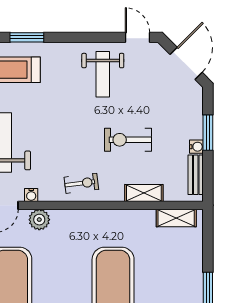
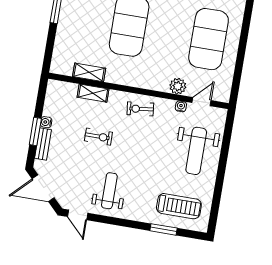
door: (186, 63) -> (43, 188), hinge flipped
exercise bike: (128, 140) -> (98, 137), width x0.73, depth x0.72
bench: (196, 175) -> (43, 144), moved
shelving: (176, 218) -> (89, 72), moved

